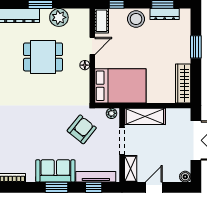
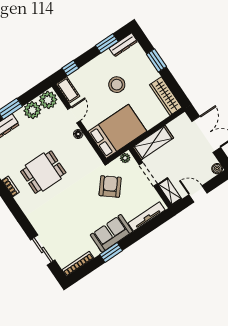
dresser: (165, 14) -> (123, 45), moved
plant: (79, 18) -> (48, 100), added
stool: (136, 19) -> (117, 85), moved
dining table: (43, 57) -> (43, 172), moved
window: (56, 187) -> (111, 252), moved
window: (94, 187) -> (150, 226), removed
door: (154, 187) -> (198, 194), hinge flipped

